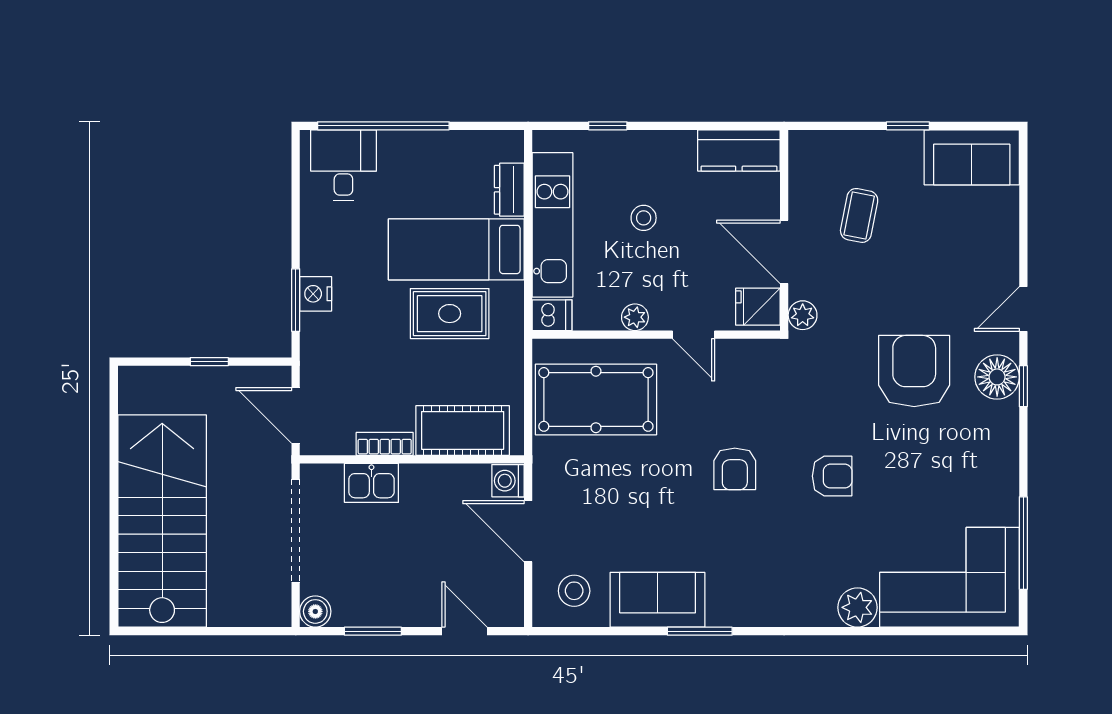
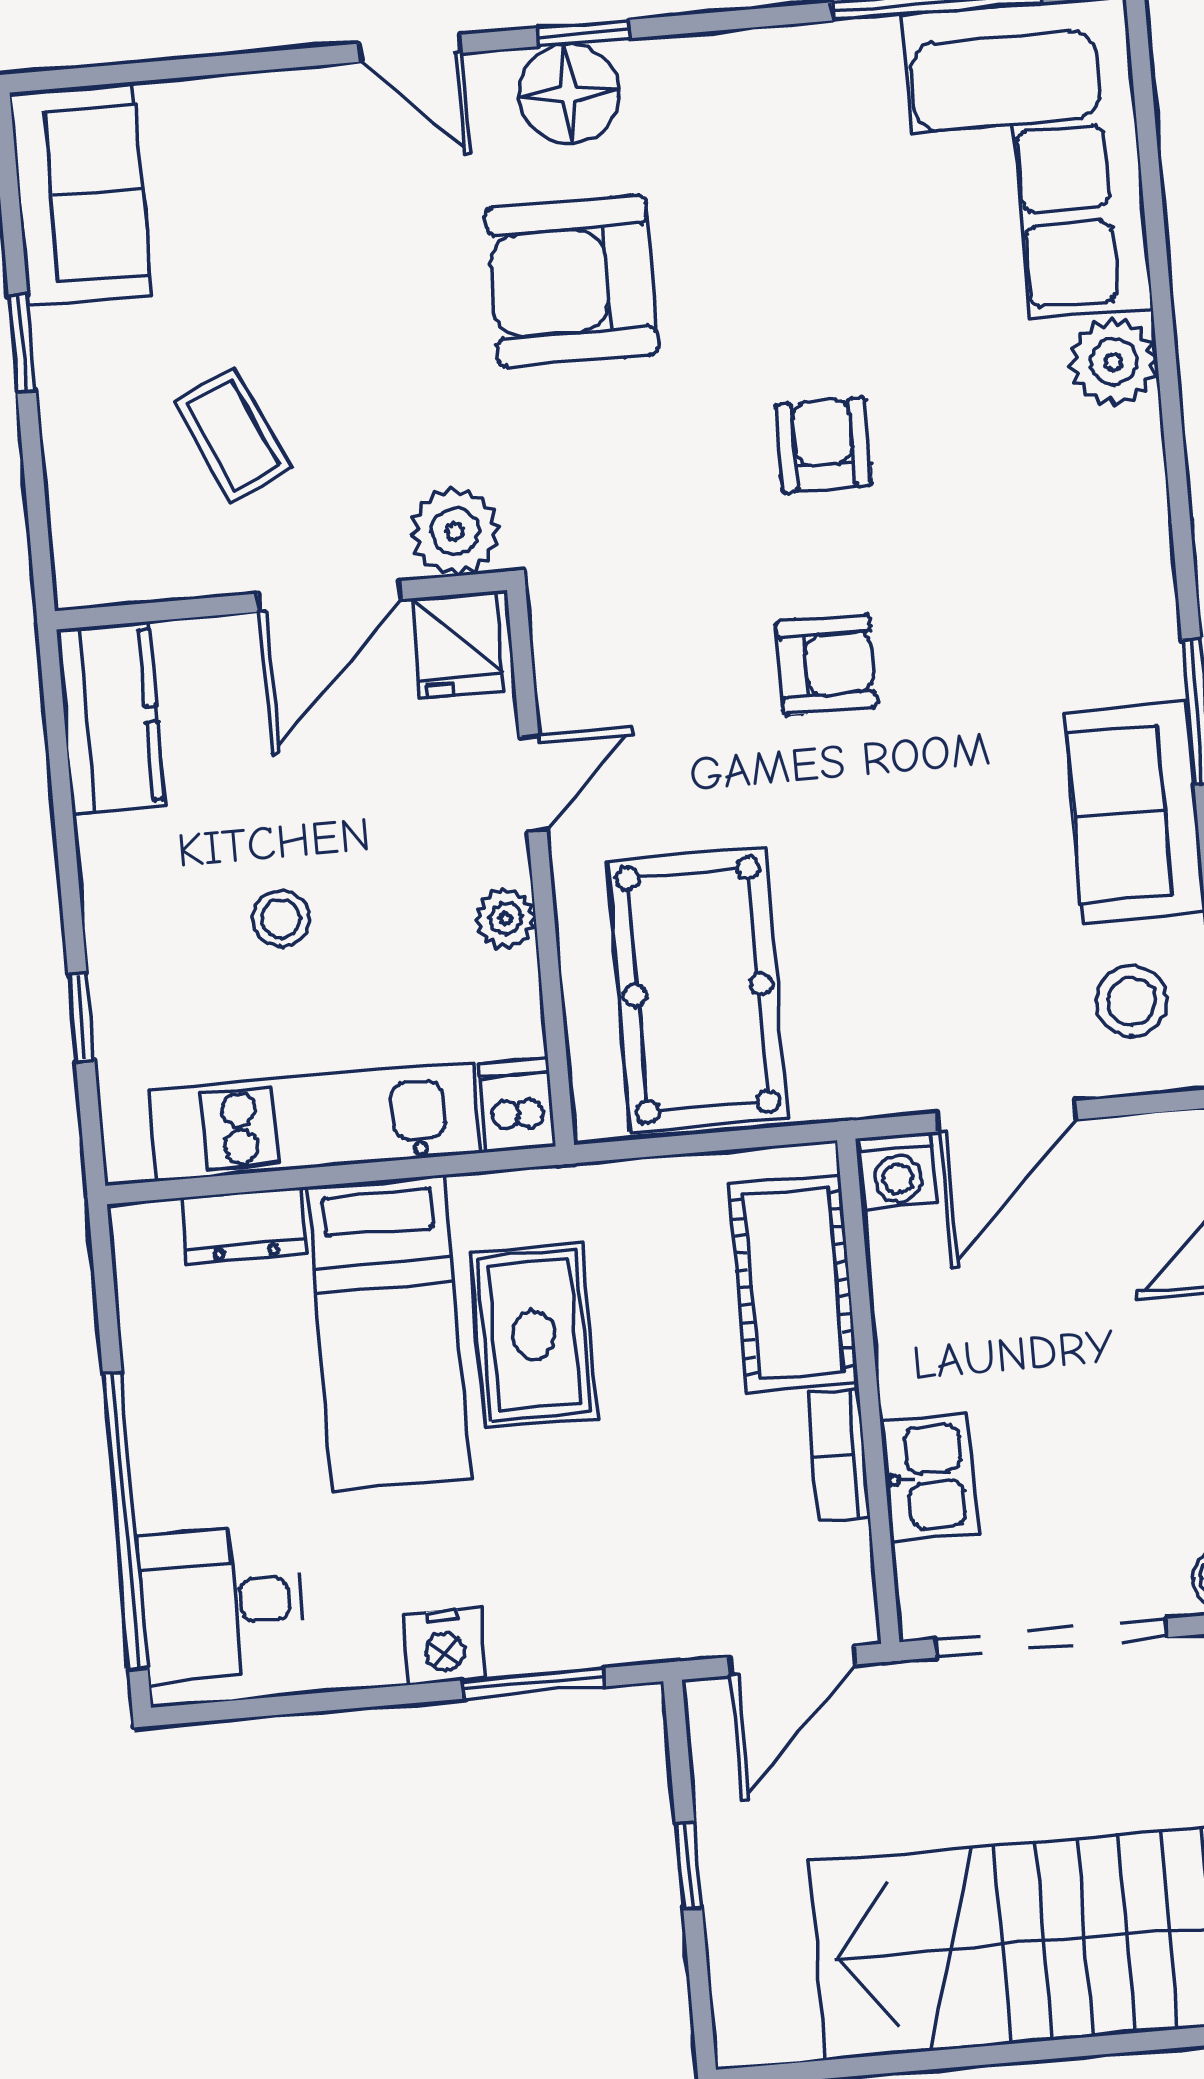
coffee table: (859, 215) -> (233, 435), turned 54
nightstand: (316, 294) -> (445, 1646), moved
plant: (803, 315) -> (455, 531), width x1.38, depth x1.38

